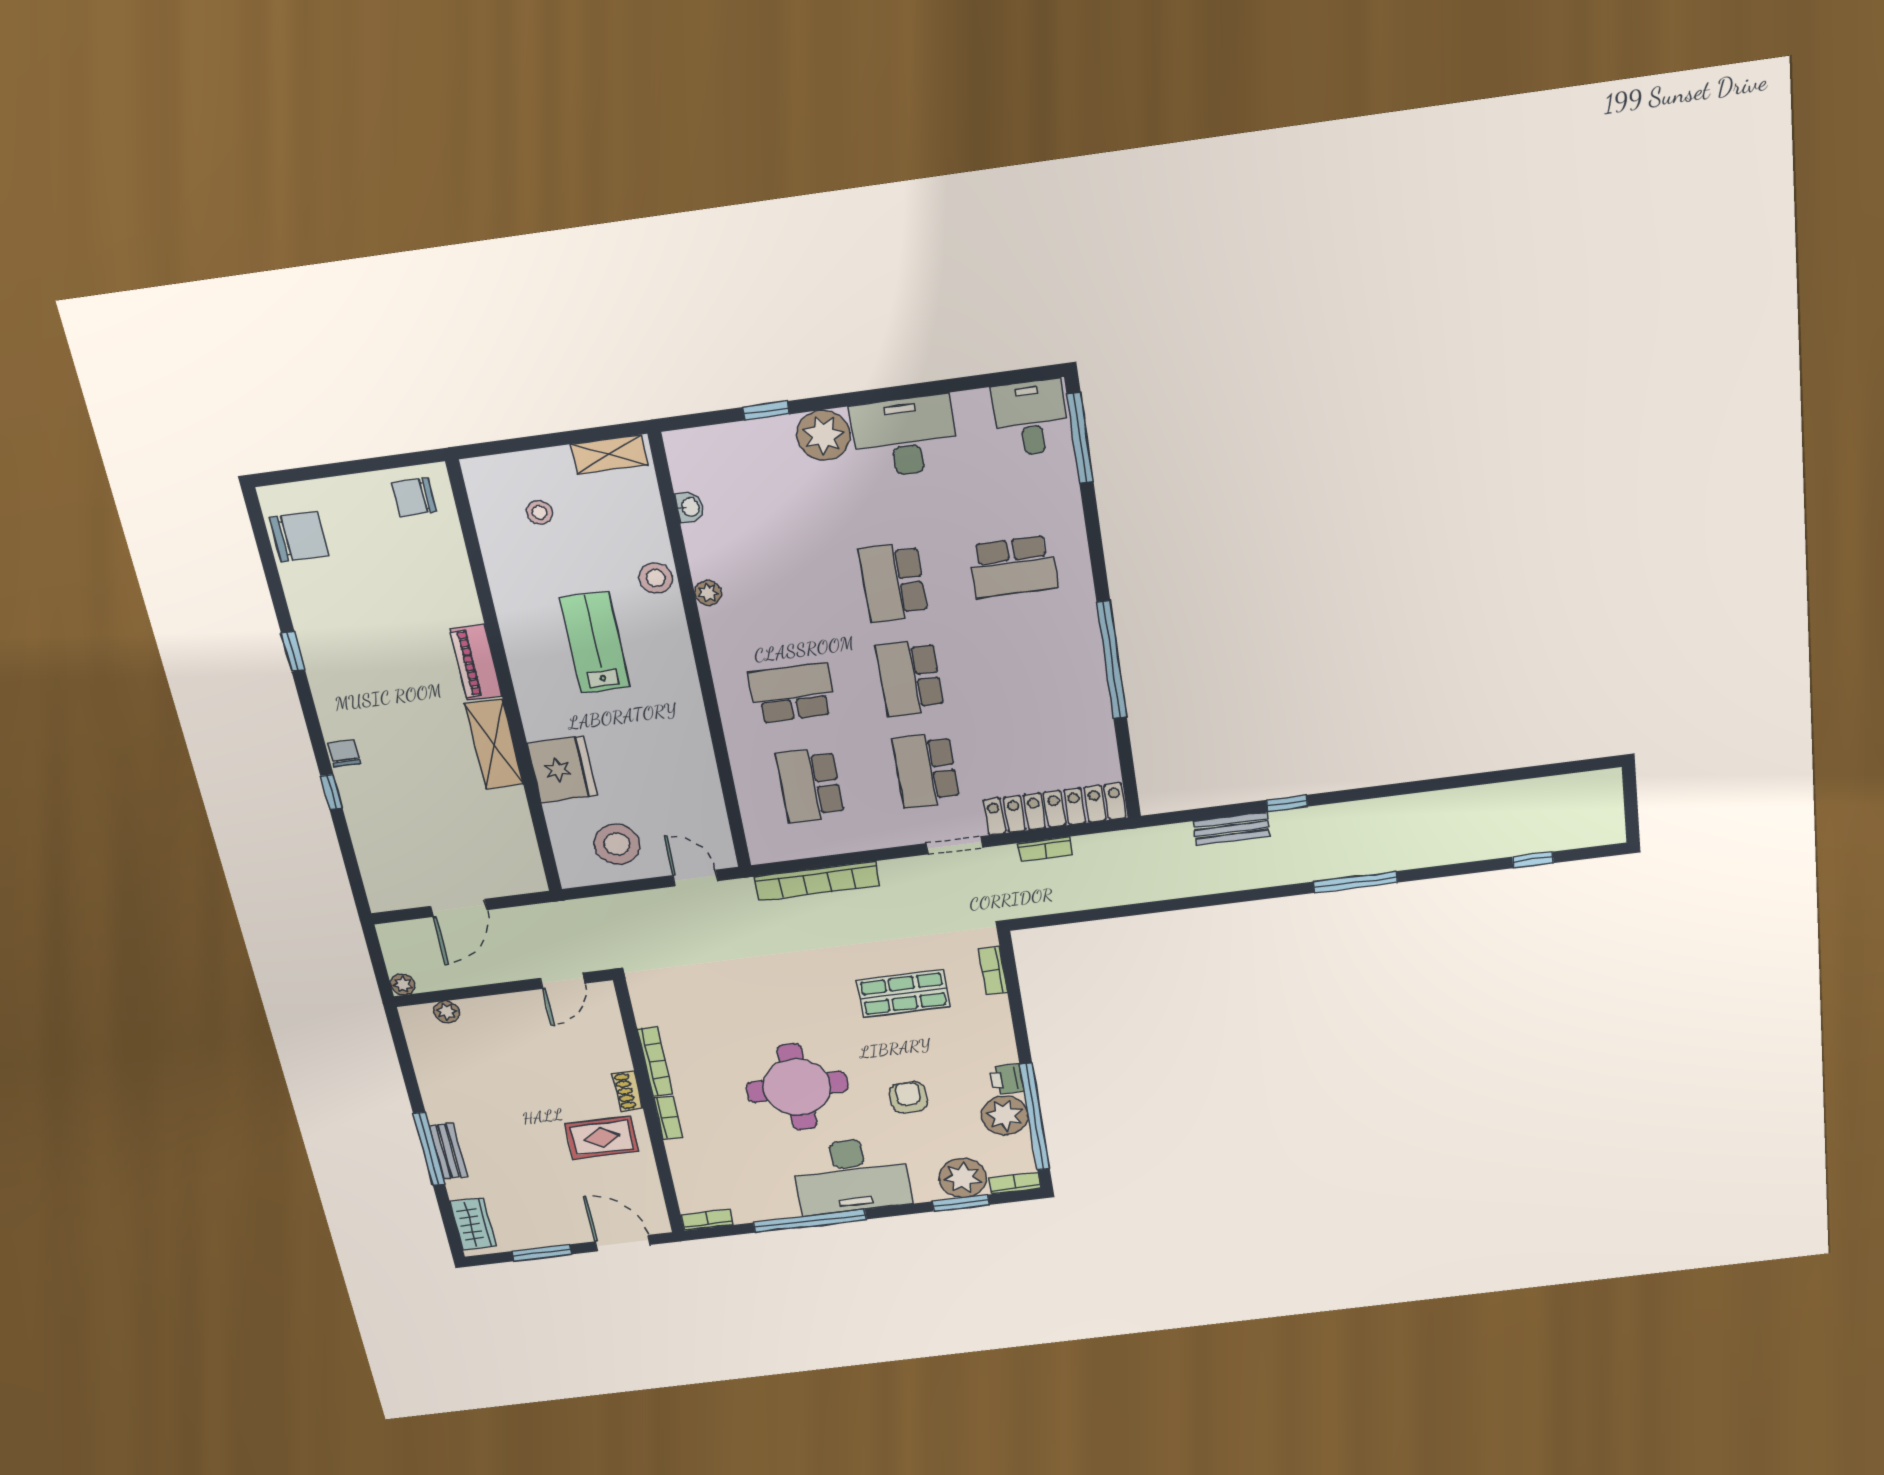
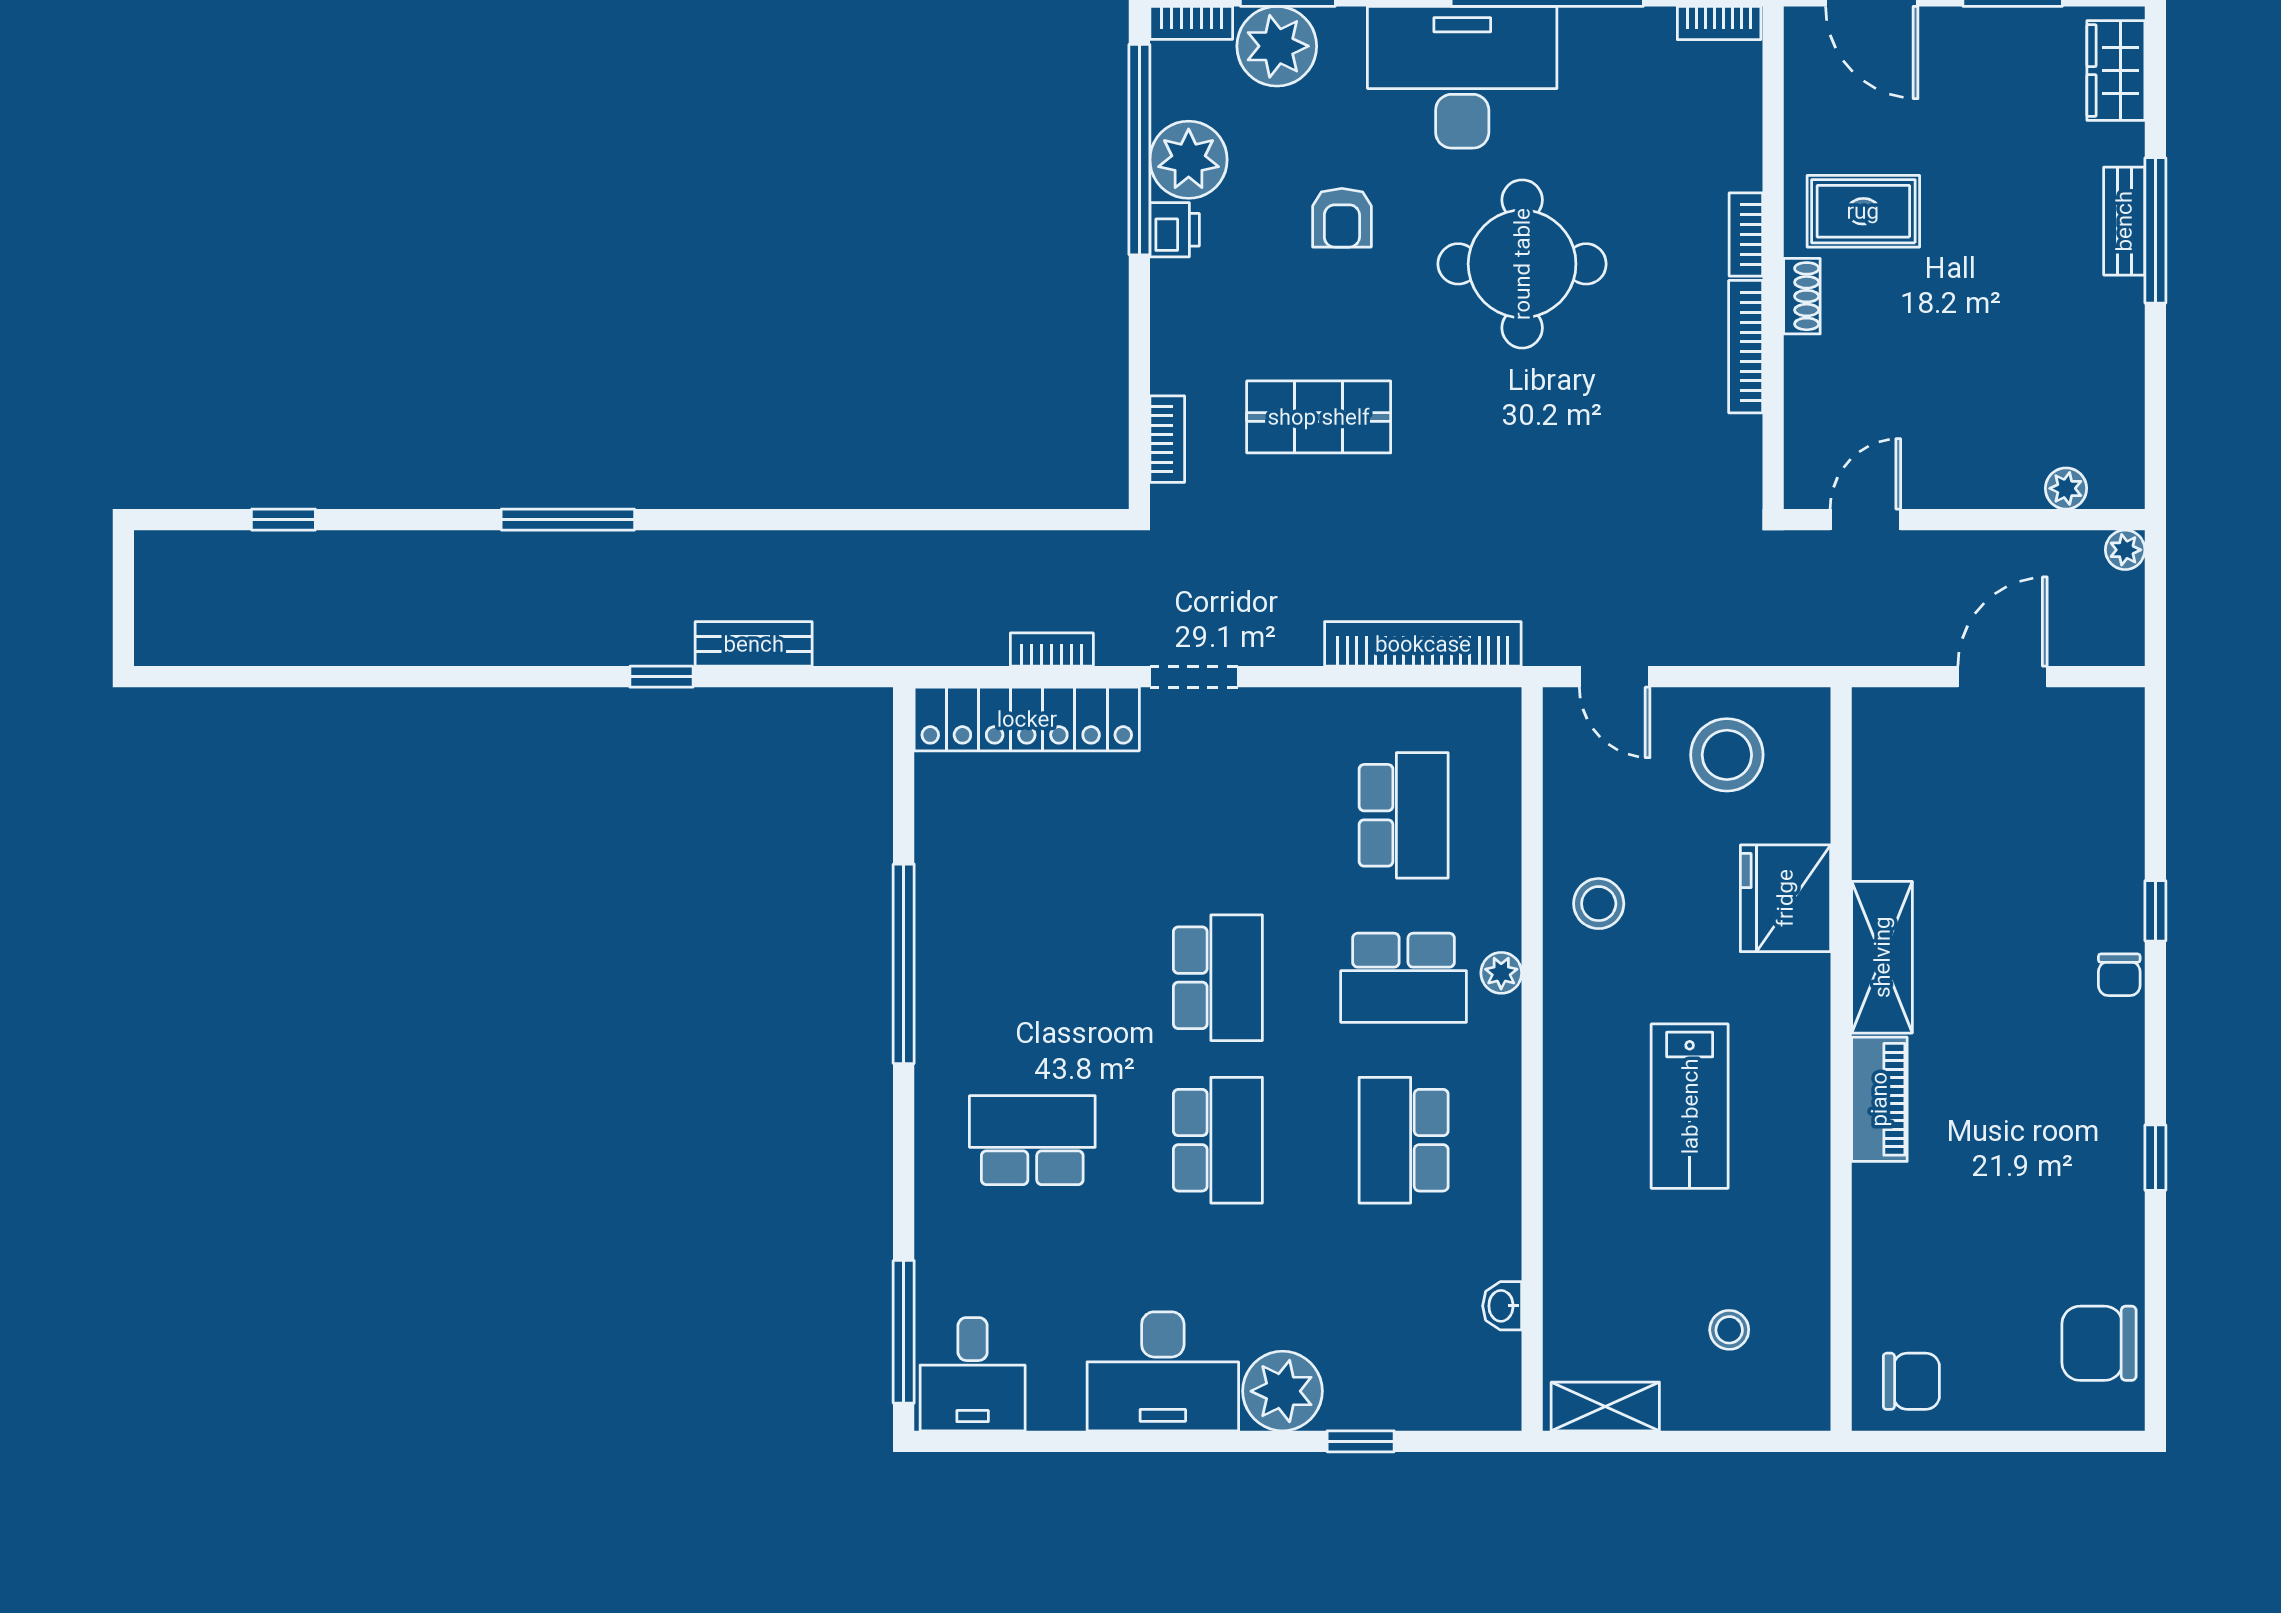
stool: (656, 578) -> (1599, 904), moved
plant: (708, 593) -> (1501, 973), moved
school desk: (926, 770) -> (1404, 1140), moved, turned 180

